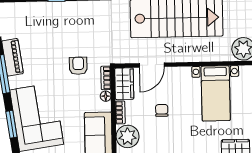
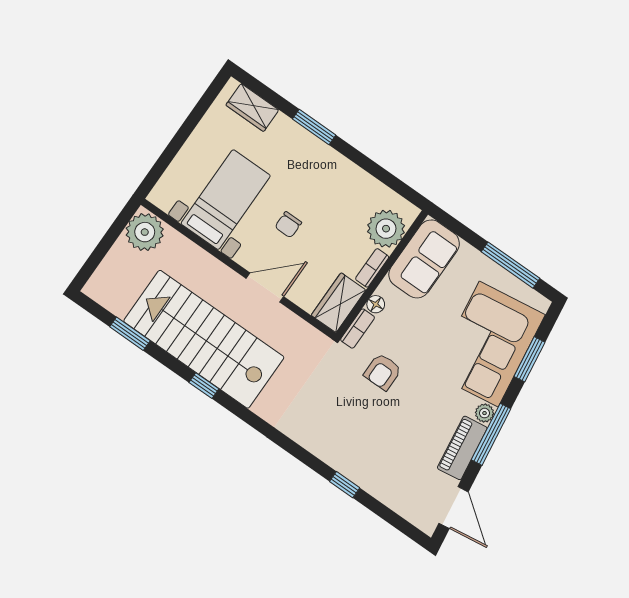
door: (152, 65) -> (265, 287), moved
plant: (14, 82) -> (484, 413), added
chair: (162, 110) -> (288, 225), moved

